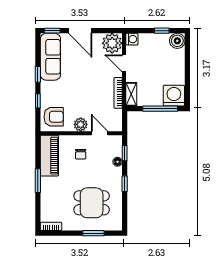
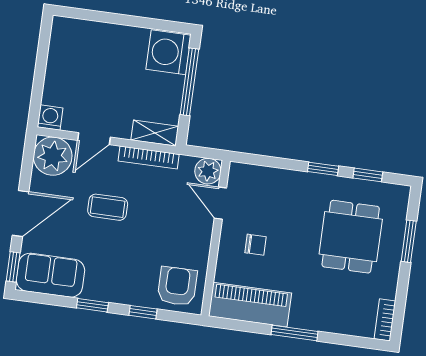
window: (162, 31) -> (42, 58), removed
boiler: (177, 41) -> (65, 31), removed
sofa: (50, 57) -> (50, 275), width x0.73
coffee table: (90, 75) -> (108, 207), added
plant: (81, 124) -> (208, 171), moved
door: (100, 133) -> (220, 203), hinge flipped
window: (125, 153) -> (368, 175), moved
floor lamp: (118, 162) -> (279, 177), removed

